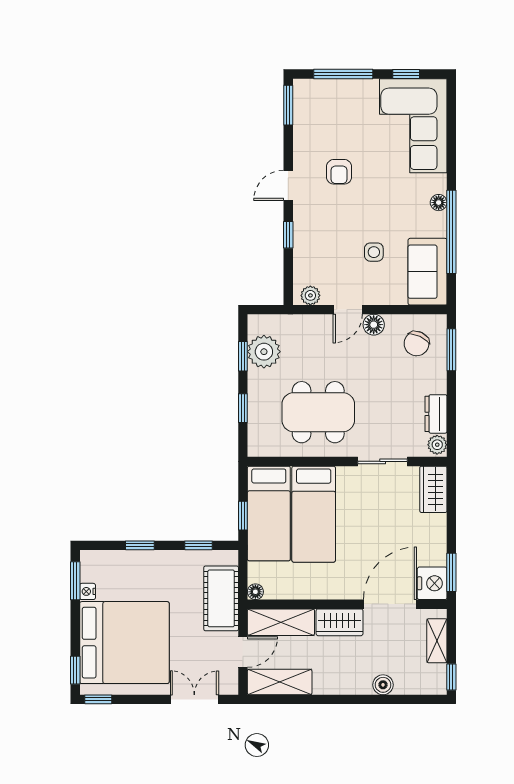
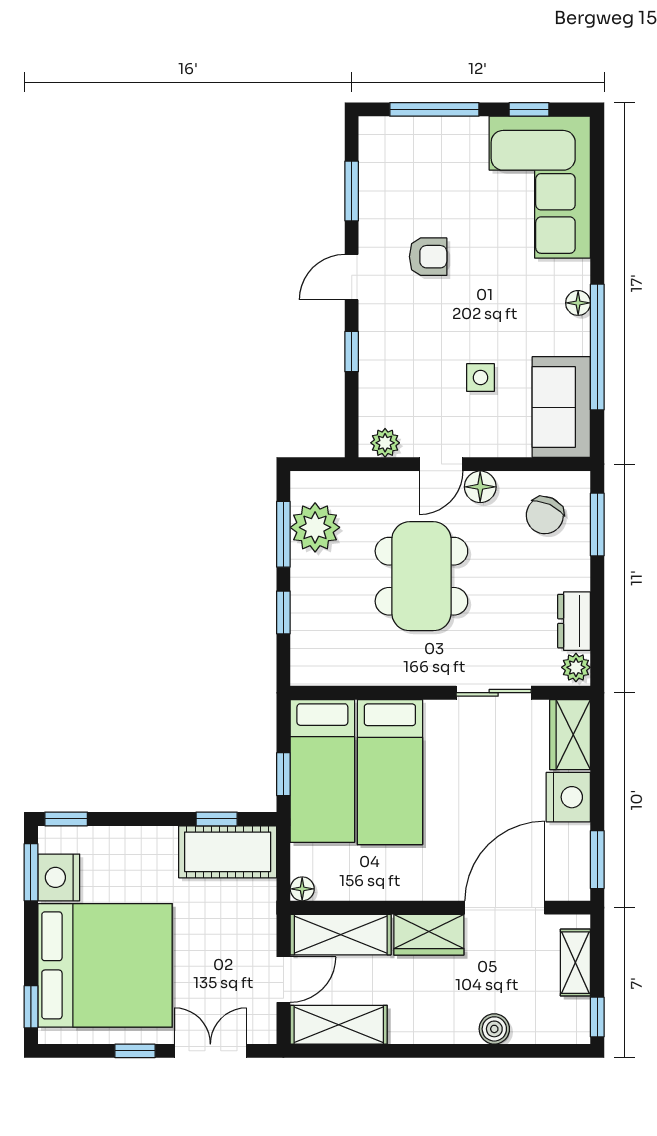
window: (288, 105) -> (352, 191), moved
armchair: (339, 172) -> (428, 257), turned -90
window: (243, 356) -> (283, 534), width x1.50
dining table: (318, 412) -> (421, 576), moved, turned 90
window: (140, 545) -> (66, 819), moved
nightstand: (432, 583) -> (568, 797), moved
nightstand: (88, 591) -> (59, 877), width x1.89, depth x1.79
cot: (221, 598) -> (228, 852), moved, turned 90
window: (98, 699) -> (135, 1051), moved

